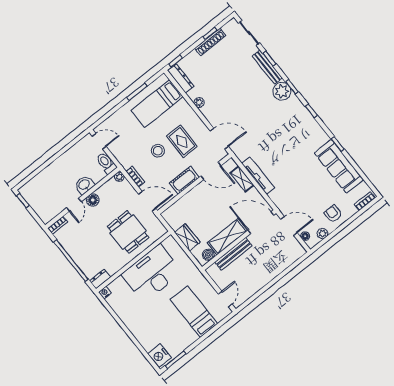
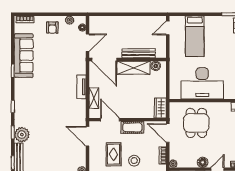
tv unit: (258, 176) -> (81, 87), width x0.71
door: (289, 226) -> (88, 43), swing flipped
wardrobe: (187, 237) -> (160, 108), moved

